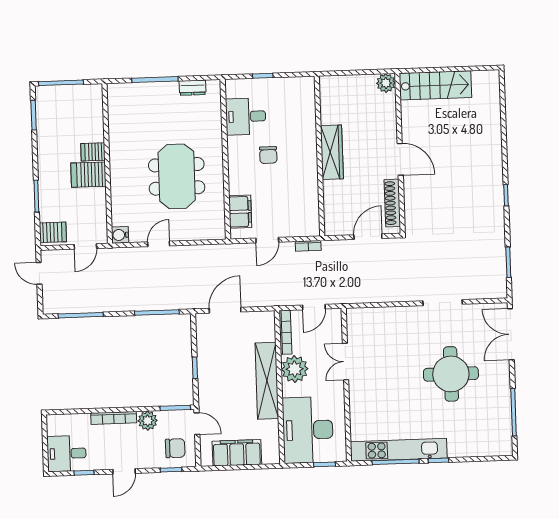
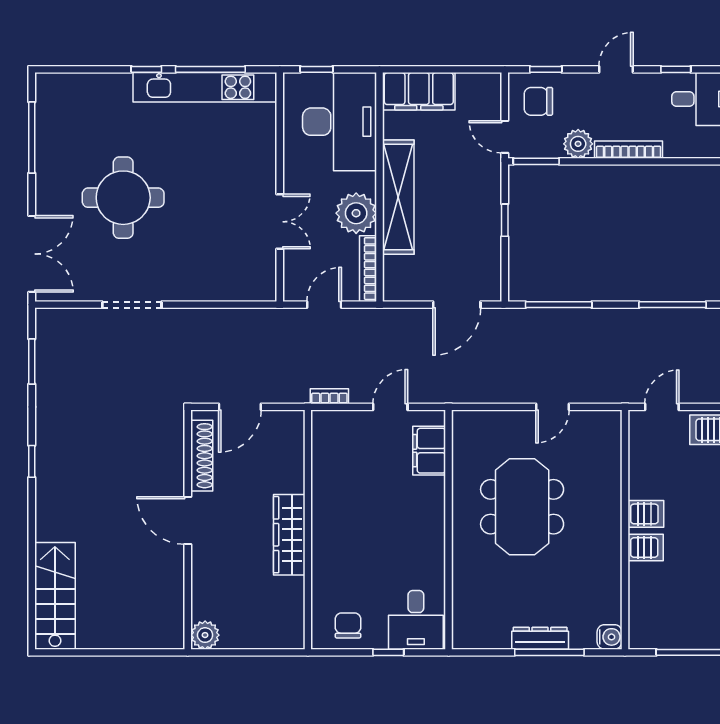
stairs: (435, 85) -> (55, 596), moved, turned 90
dresser: (193, 88) -> (540, 638), moved, width x1.44
desk: (246, 116) -> (416, 620), moved, turned 90
chair: (268, 155) -> (348, 625), moved
server rack: (88, 175) -> (646, 514), width x0.73, depth x0.70
water cooler: (120, 235) -> (610, 637), moved
filing cabinet: (237, 453) -> (419, 91), moved

